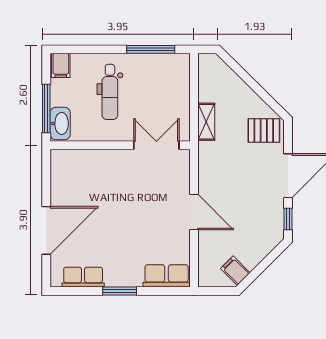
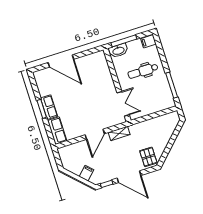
shelving: (206, 122) -> (119, 133), moved
filing cabinet: (235, 271) -> (86, 173), moved
row of seats: (83, 277) -> (49, 107), moved

